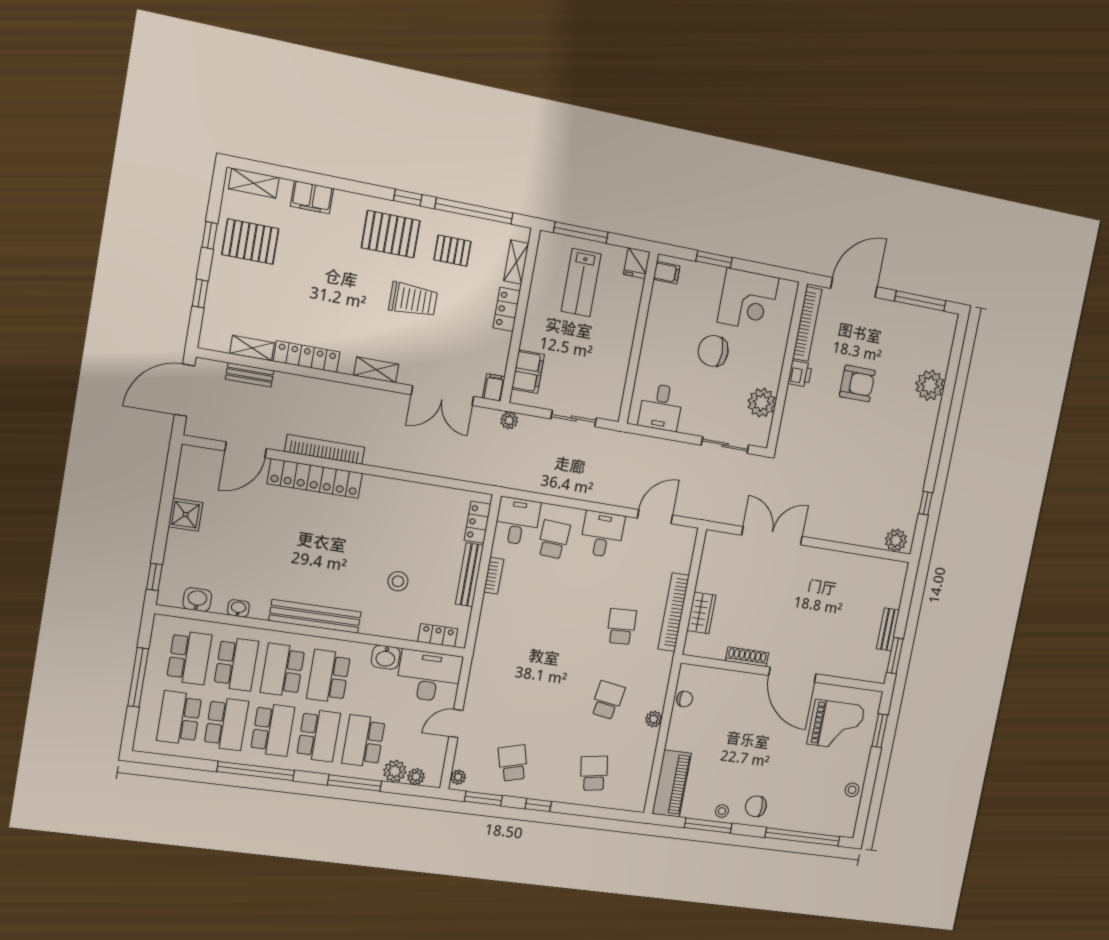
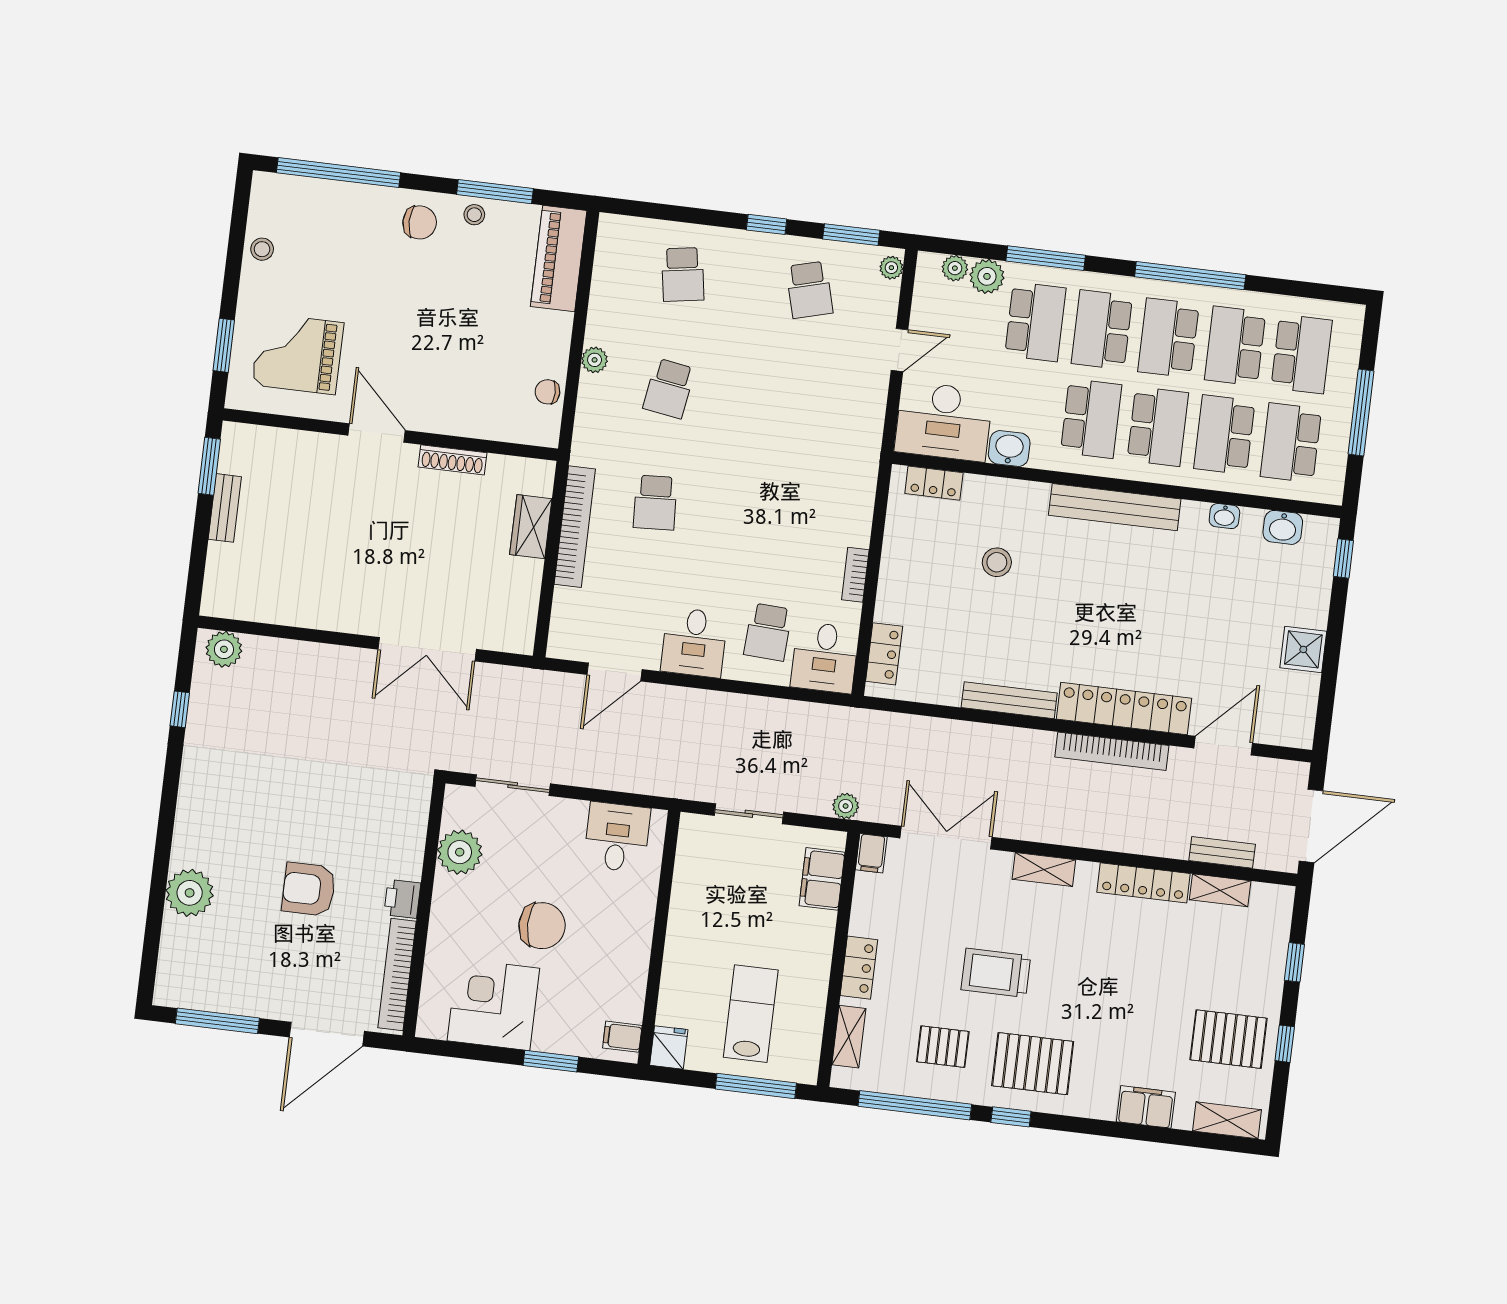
bench: (469, 575) -> (1009, 700), moved, turned 90
door: (792, 675) -> (377, 433), width x0.73

